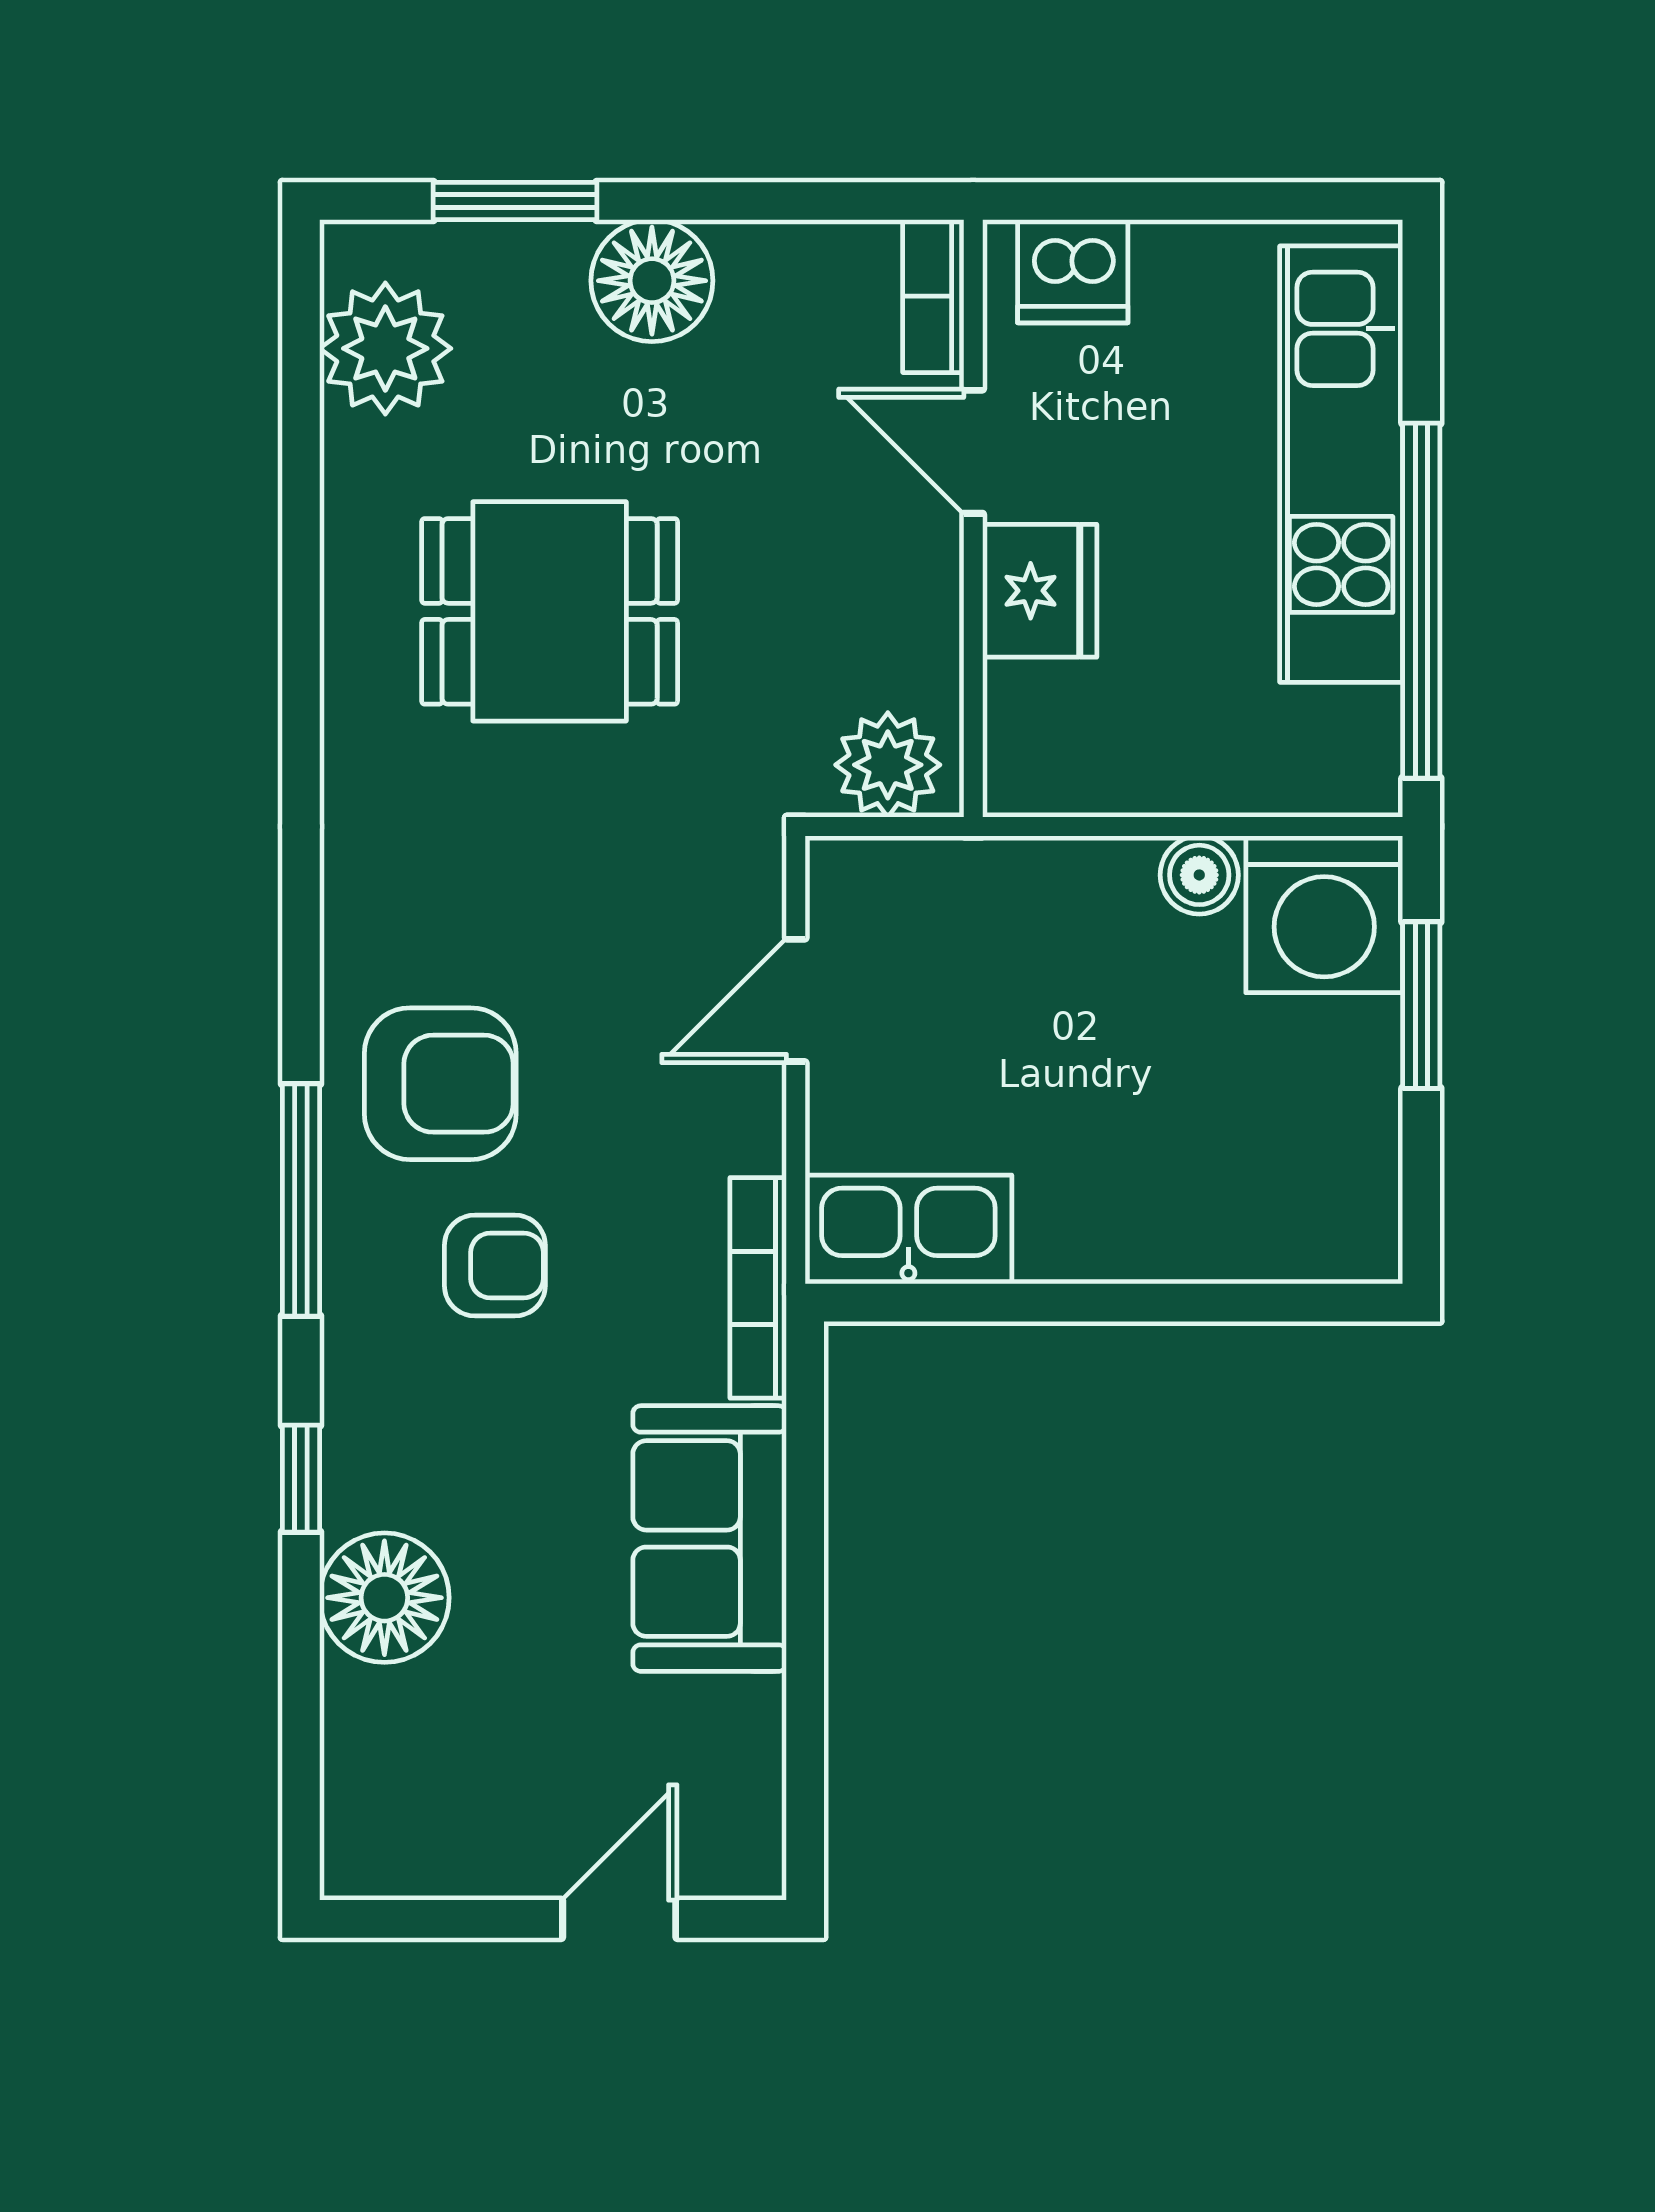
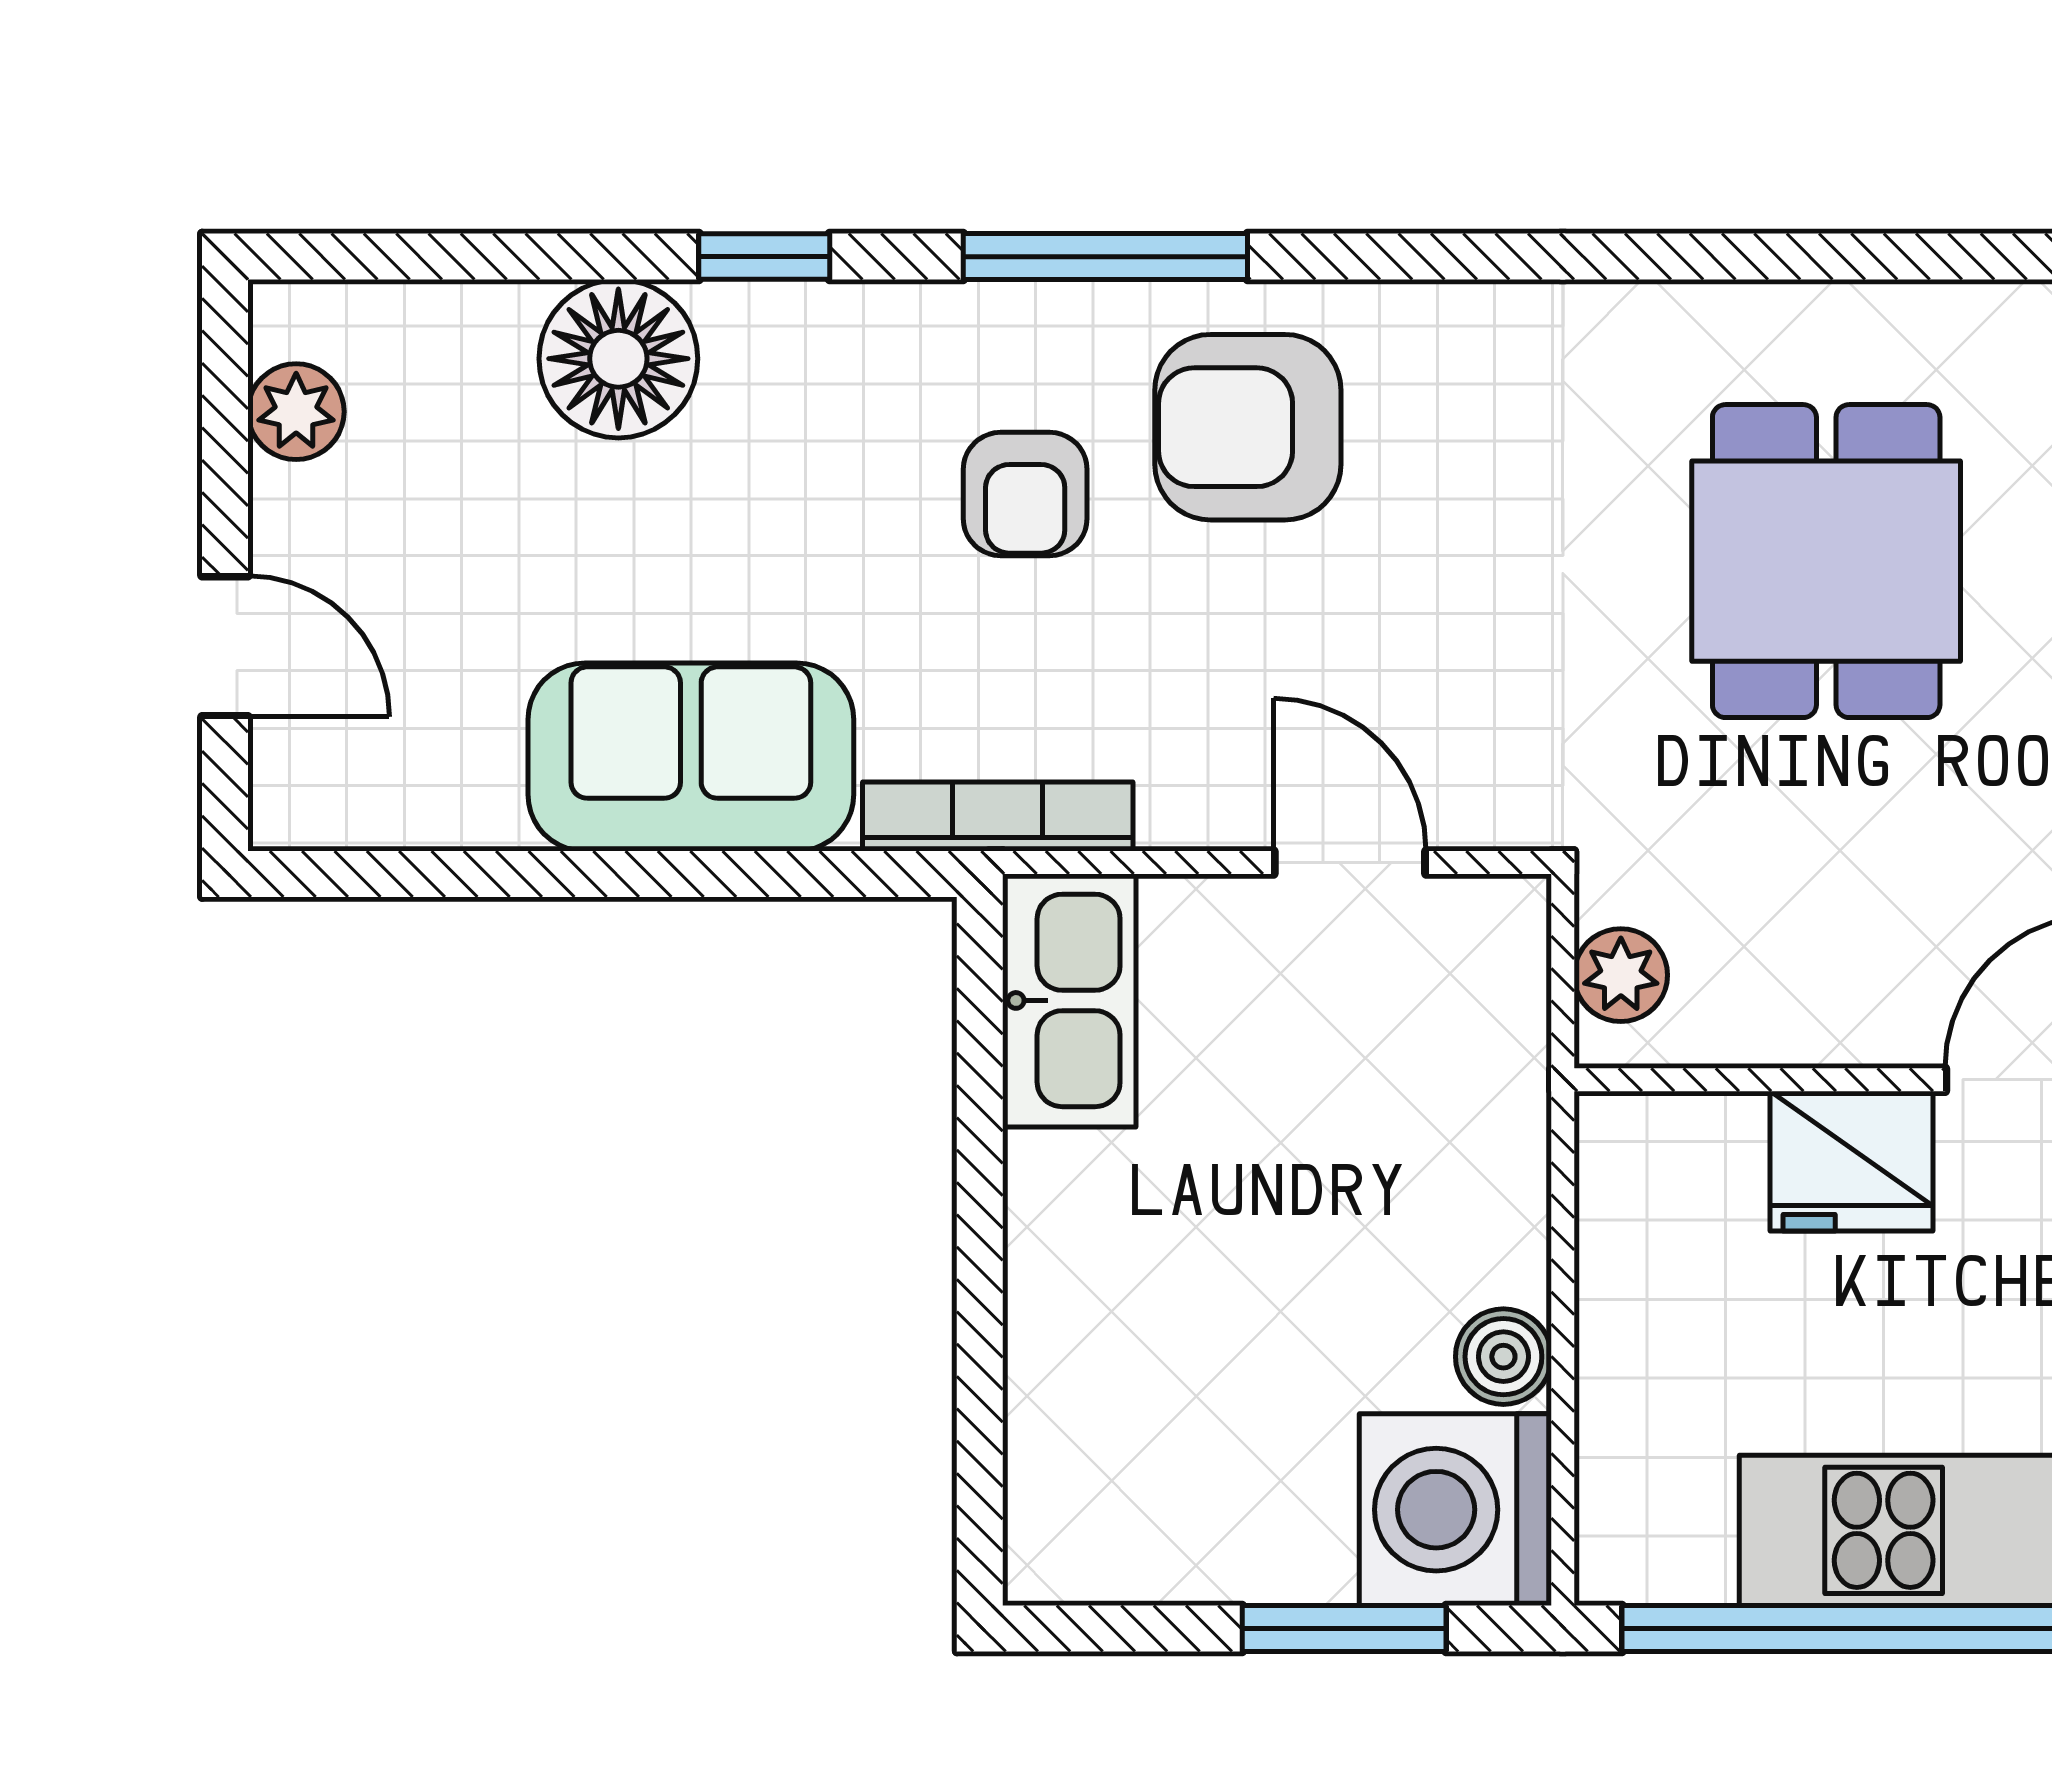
plant: (888, 765) -> (1621, 975), width x0.73, depth x0.73
armchair: (440, 1084) -> (1248, 427), turned 90
plant: (428, 1861) -> (296, 412), added

